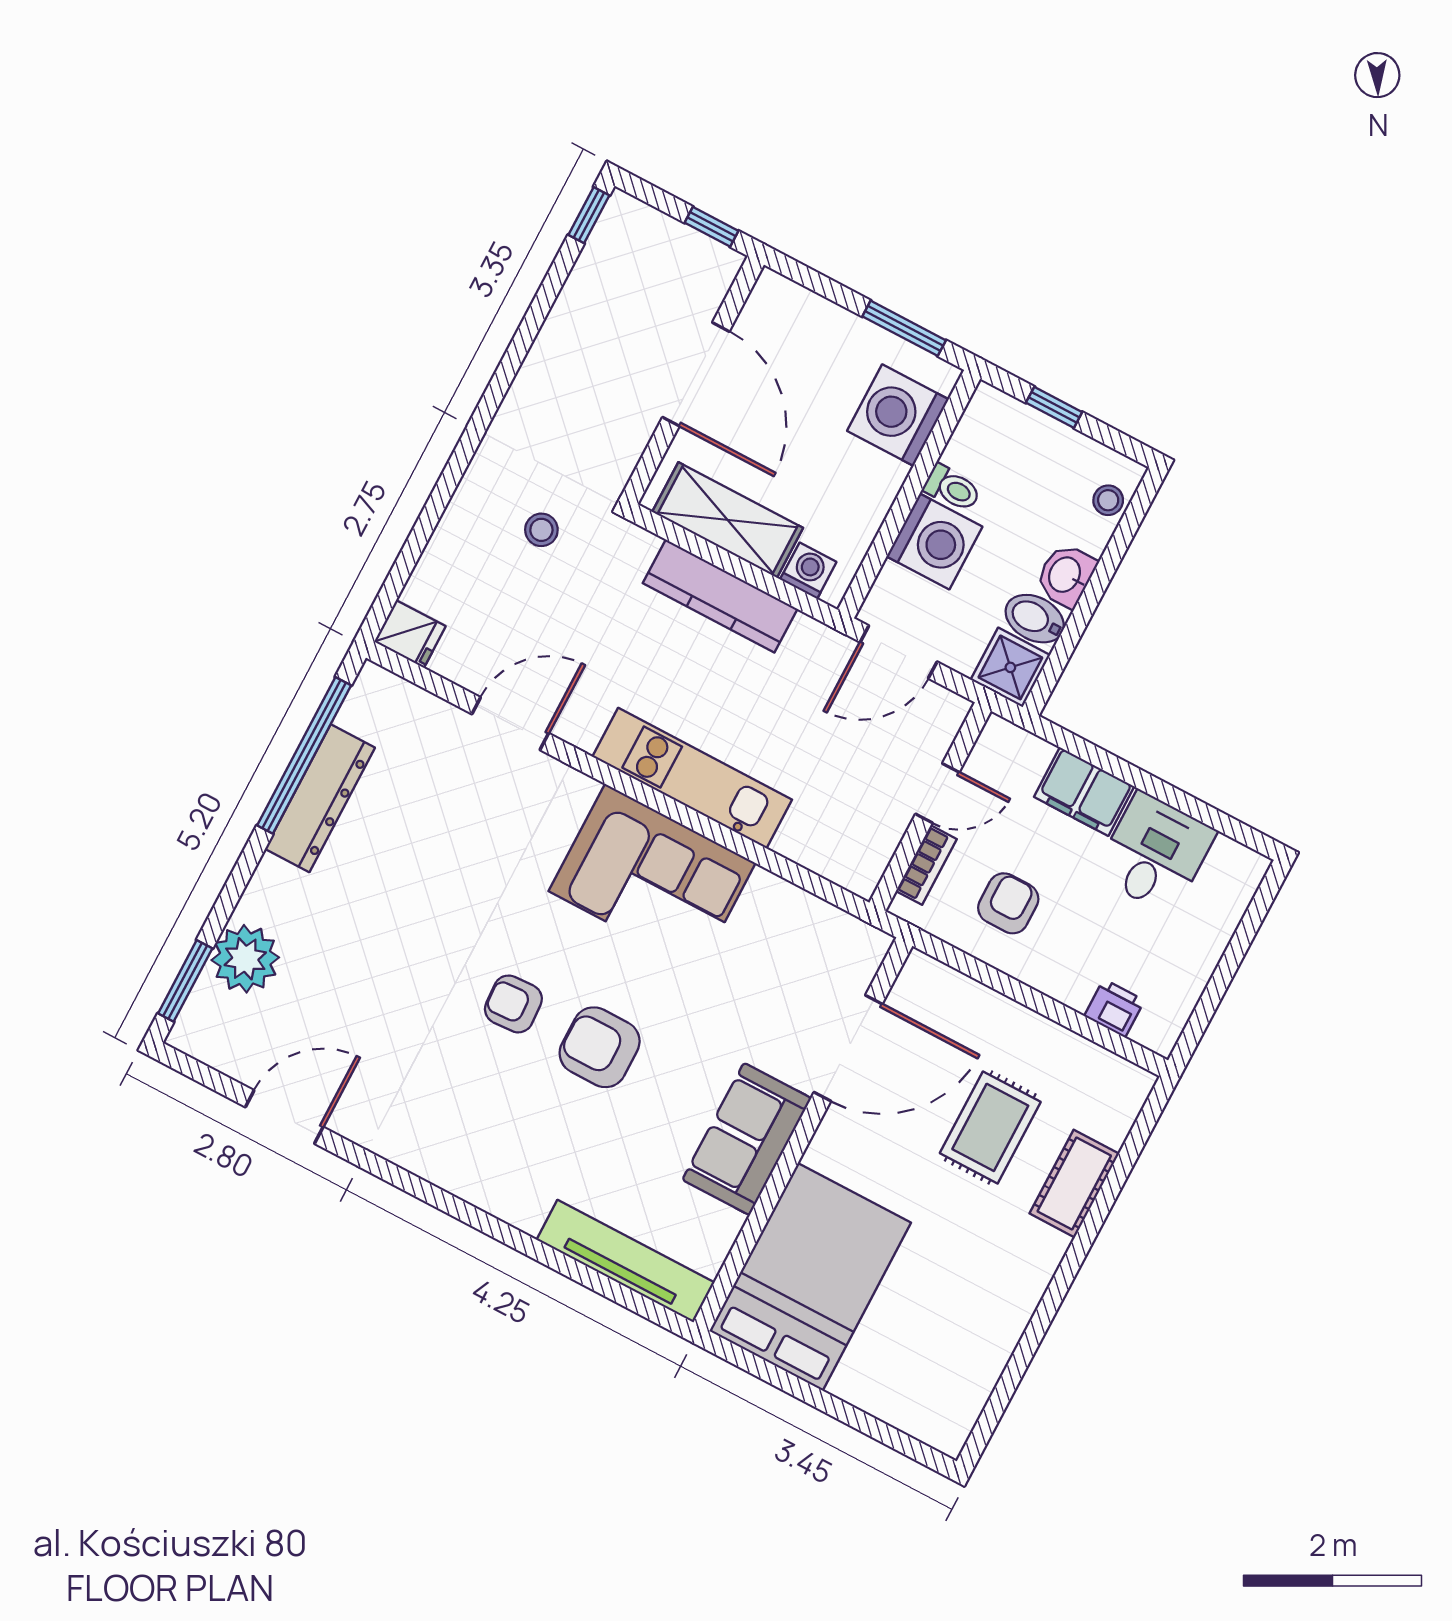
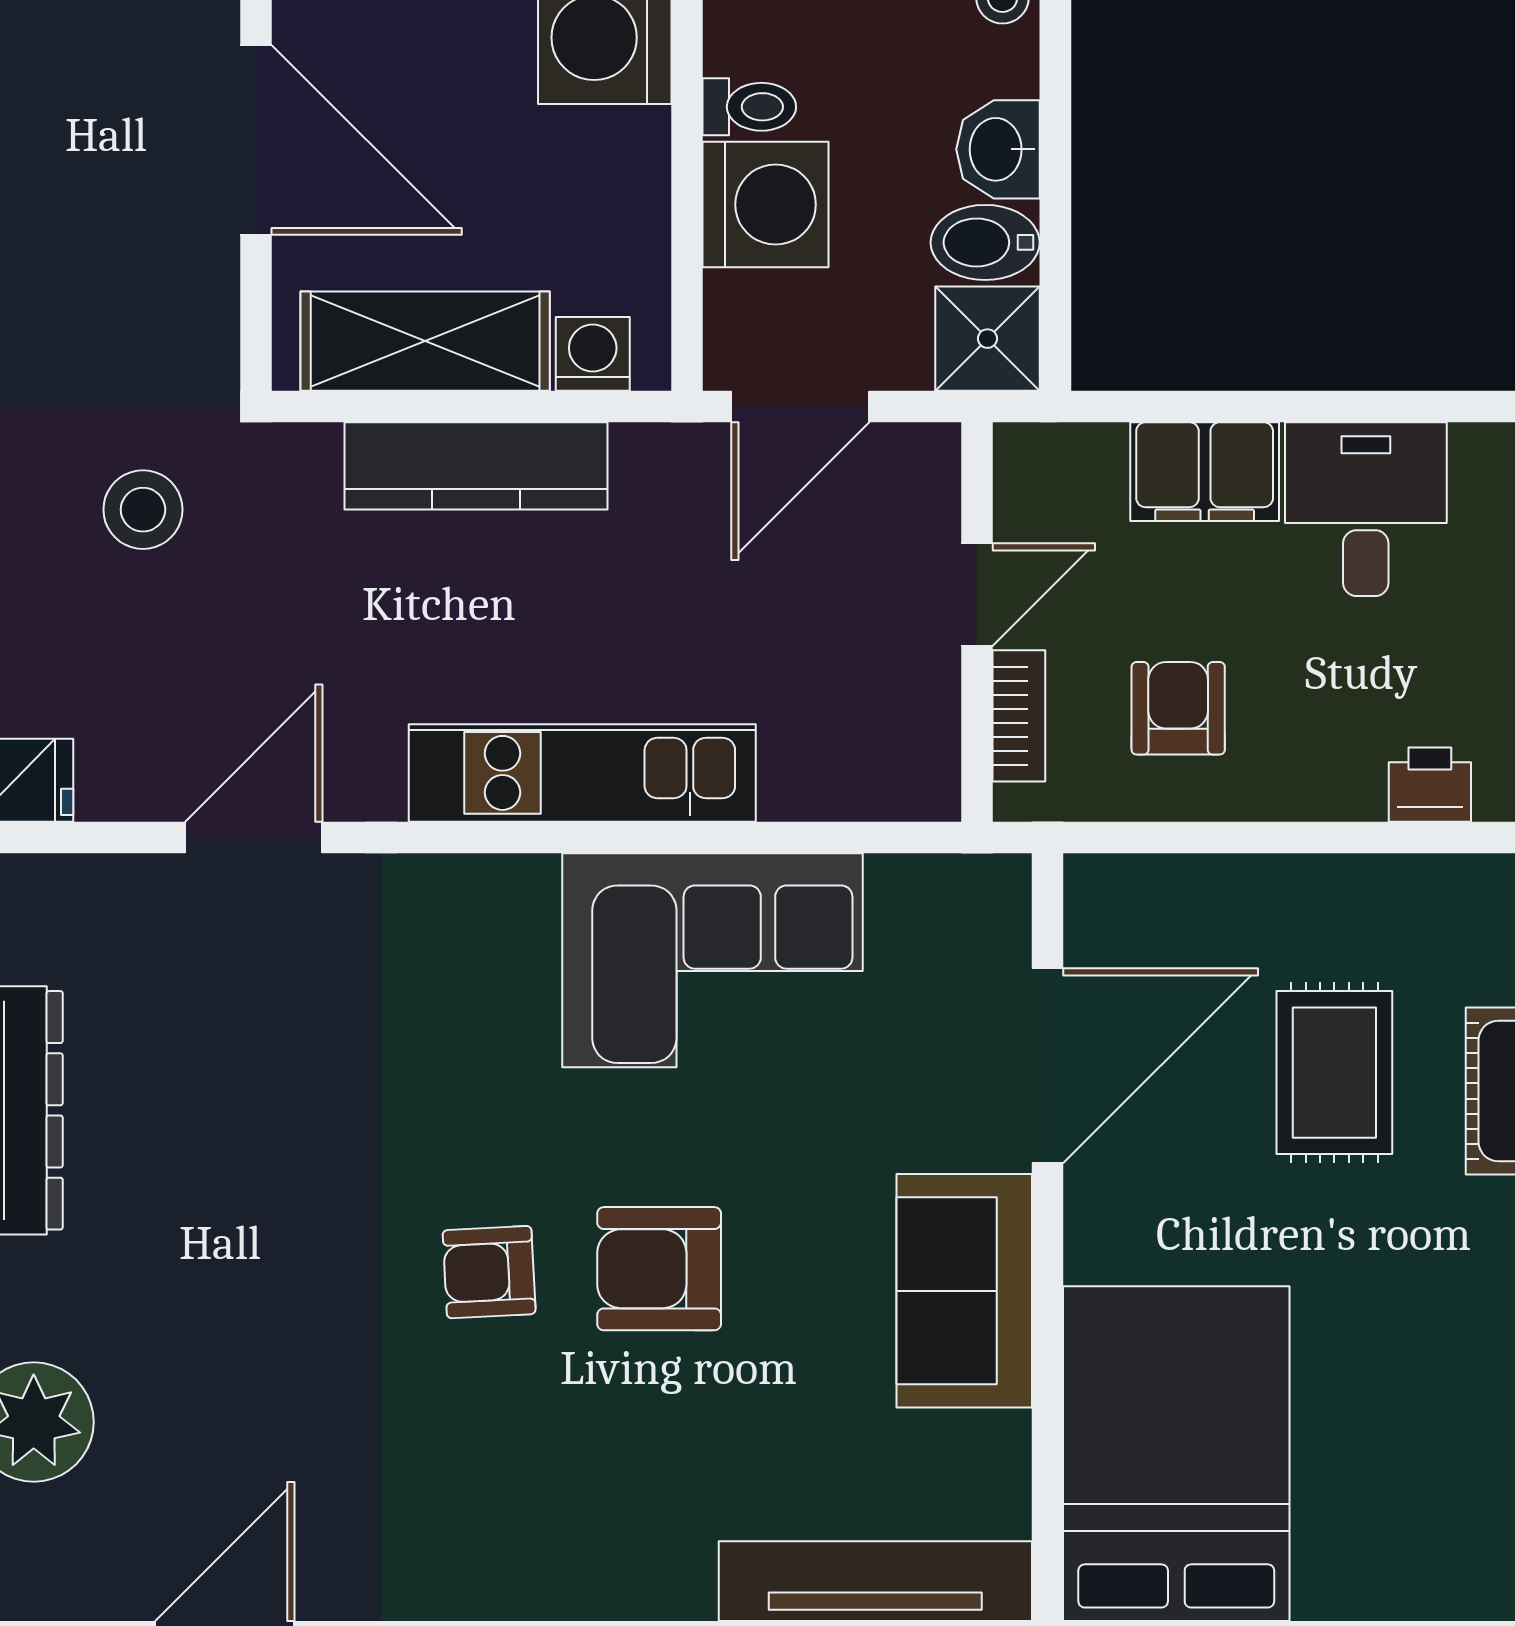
stool: (541, 530) -> (143, 510), width x1.37, depth x1.37
corner sofa: (652, 877) -> (712, 960), moved

